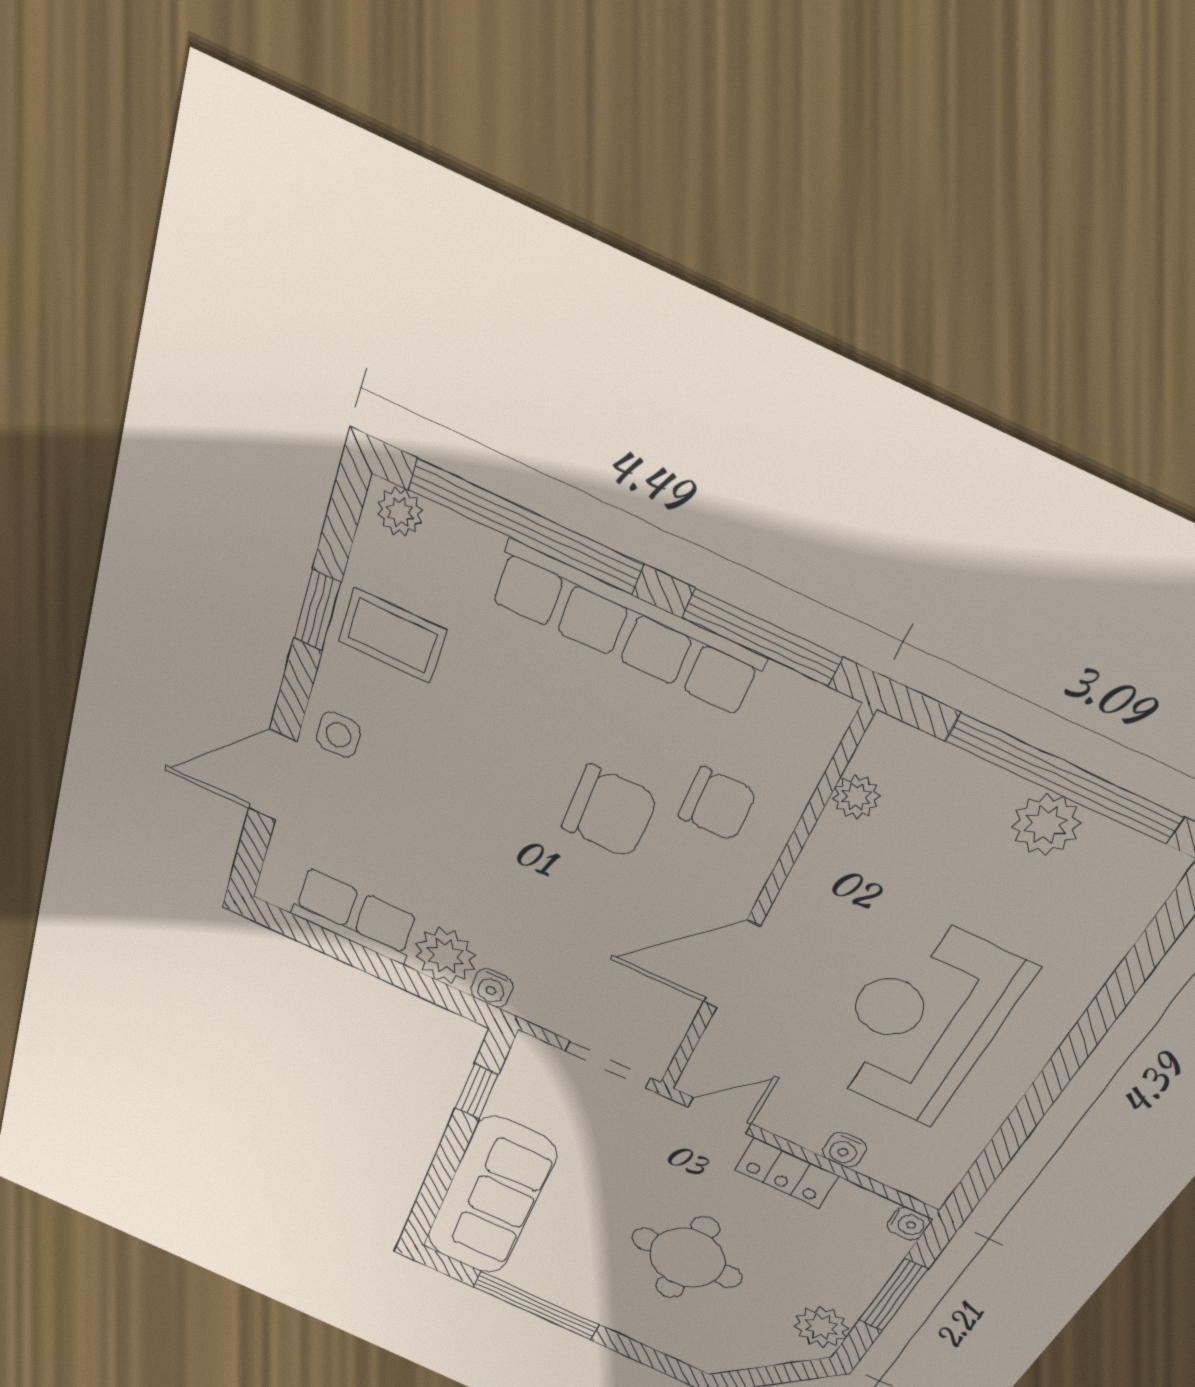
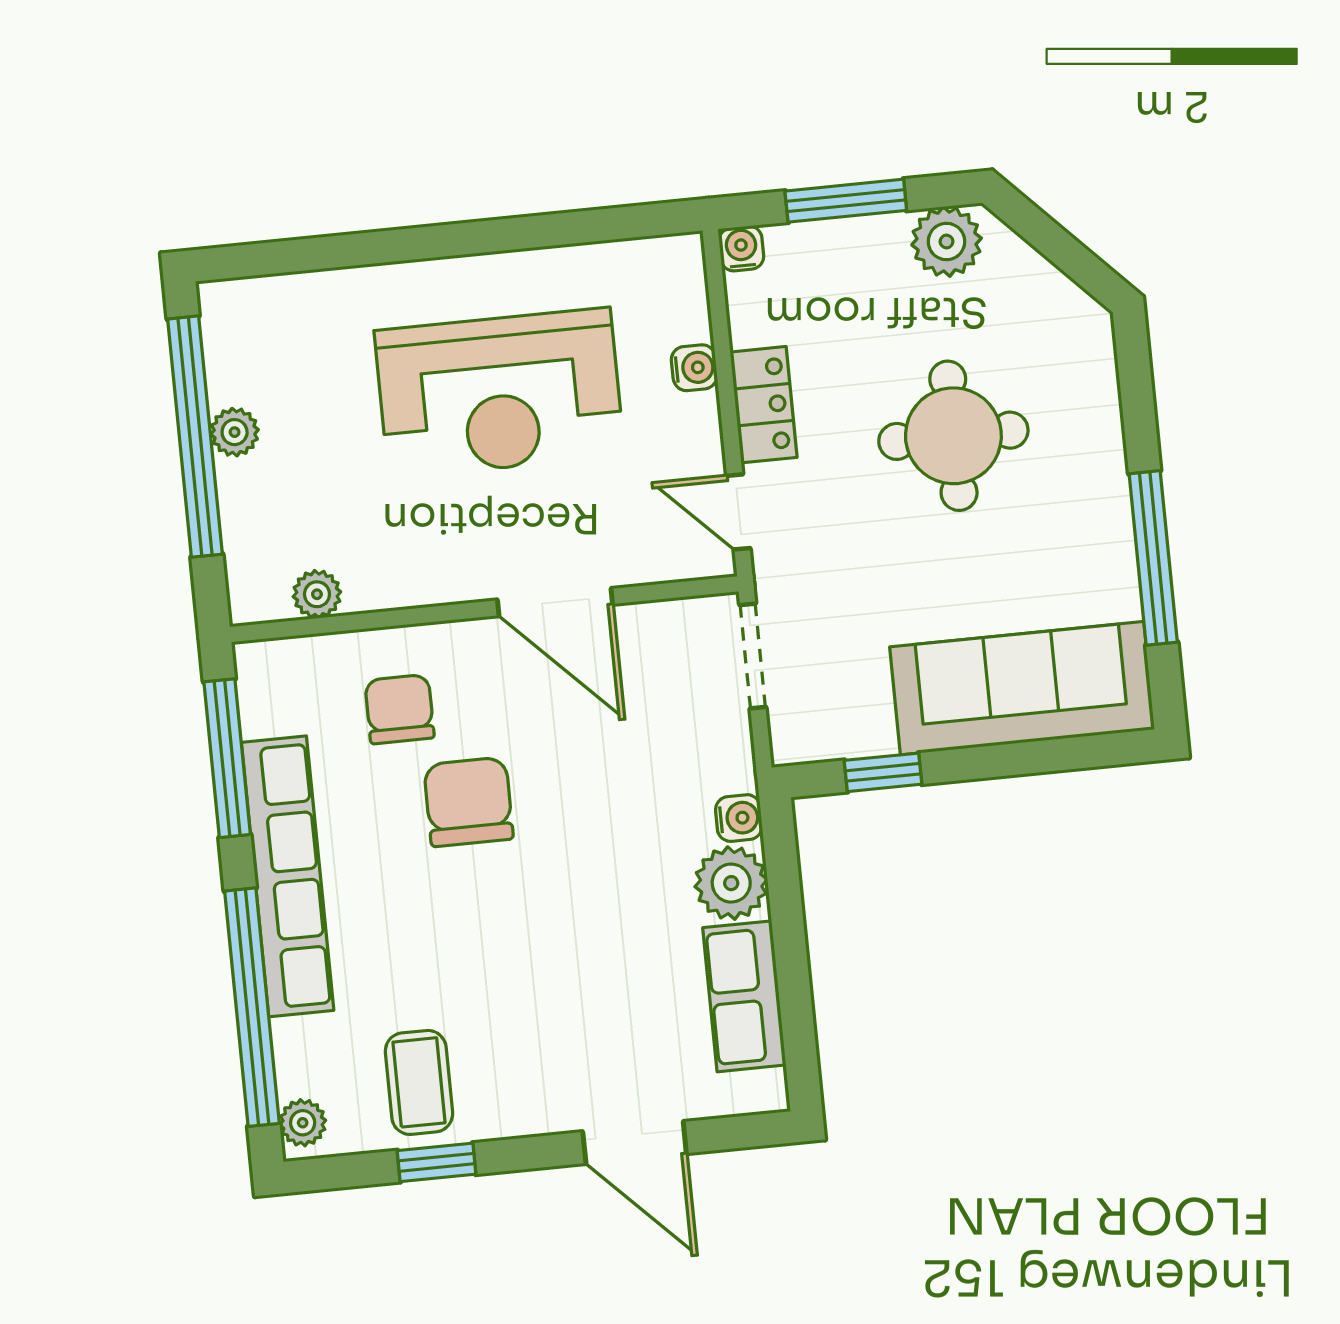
side table: (338, 735) -> (549, 1094), removed
plant: (1046, 825) -> (235, 432), width x0.73, depth x0.73

